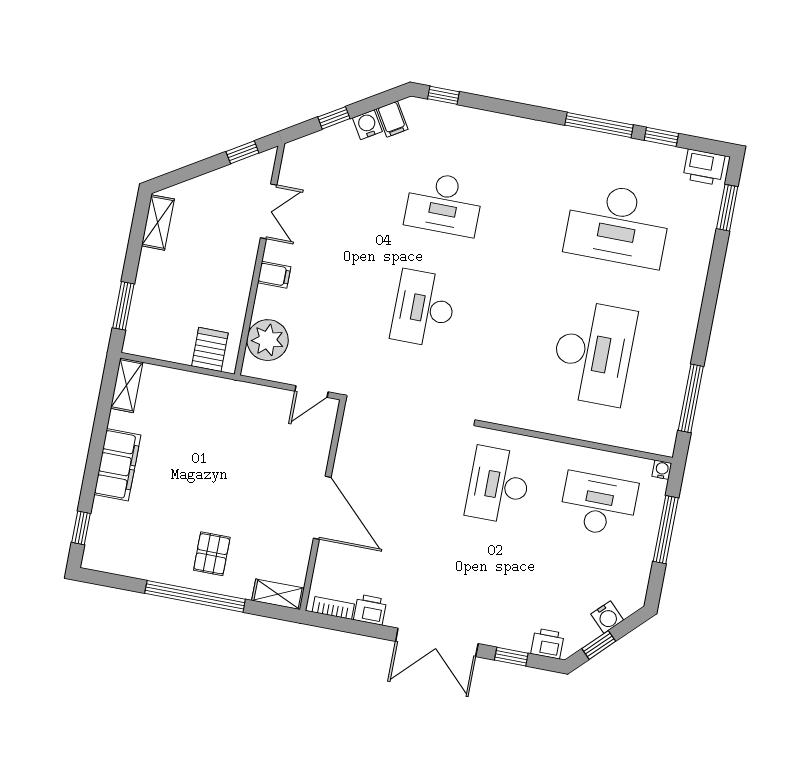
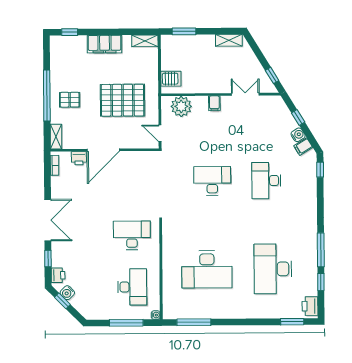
double door: (269, 211) -> (245, 94), swing flipped
pallet: (233, 451) -> (123, 100), added
printer: (370, 610) -> (79, 158), moved, turned 90
water cooler: (607, 617) -> (67, 293), moved
double door: (437, 642) -> (48, 220), swing flipped

